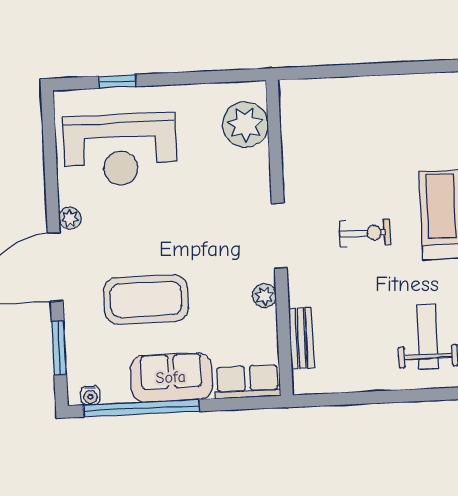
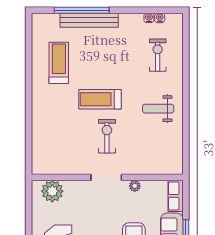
exercise bike: (365, 233) -> (107, 136), width x1.38, depth x1.39
bench: (302, 338) -> (156, 169), removed

